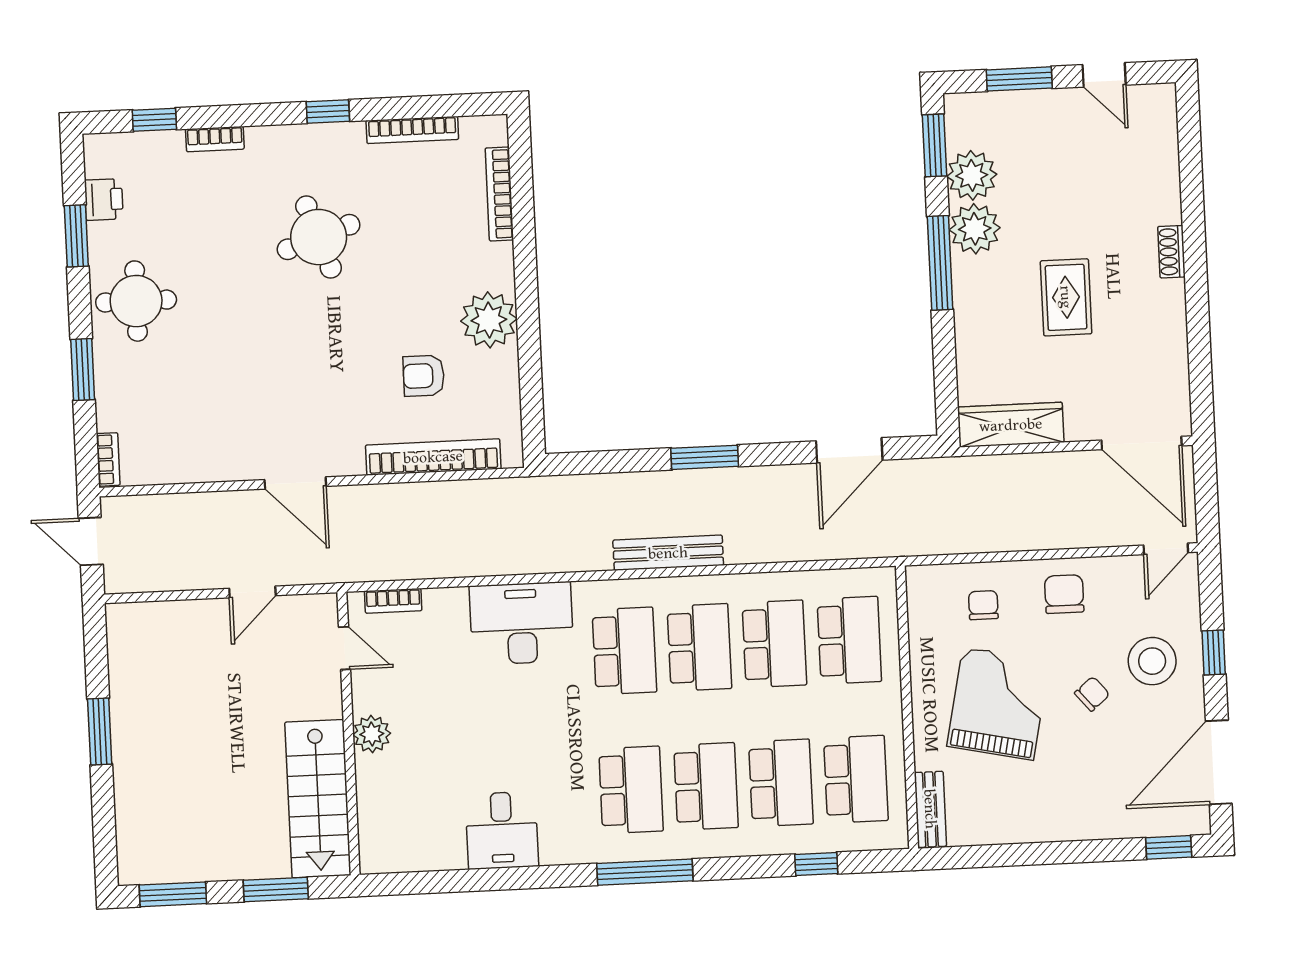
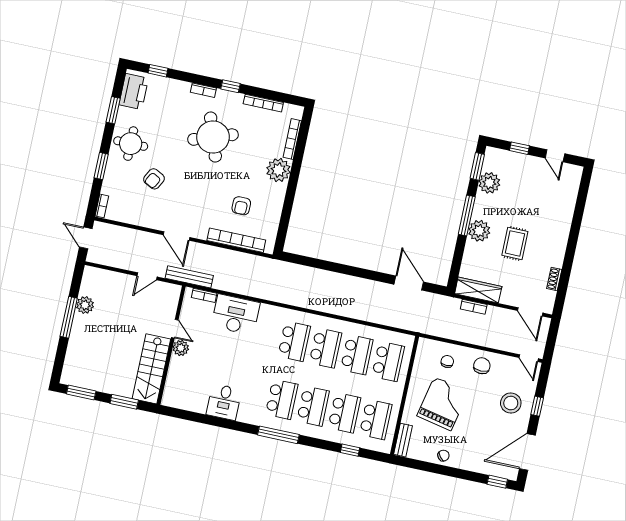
window: (1019, 79) -> (519, 148), width x0.67
bookcase: (215, 139) -> (203, 90), moved
printer: (104, 199) -> (134, 92), width x1.87, depth x1.48
plant: (975, 229) -> (479, 231), moved
round table: (319, 237) -> (213, 137), width x1.36, depth x1.36
shoe rack: (1171, 252) -> (554, 279), moved
plant: (489, 320) -> (278, 170), moved
armchair: (210, 367) -> (154, 179), added
armchair: (424, 376) -> (241, 206), turned -90
door: (1142, 443) -> (530, 312), width x0.73
door: (849, 450) -> (409, 283), swing flipped
window: (705, 457) -> (348, 270), removed
bookcase: (1010, 465) -> (474, 307), added
door: (1166, 549) -> (529, 358), hinge flipped
bench: (668, 553) -> (189, 277), moved
desk: (522, 623) -> (236, 315), moved
door: (345, 648) -> (175, 329), moved
plant: (129, 694) -> (85, 305), added
chair: (1092, 694) -> (443, 456), moved
window: (100, 732) -> (69, 317), width x1.44

